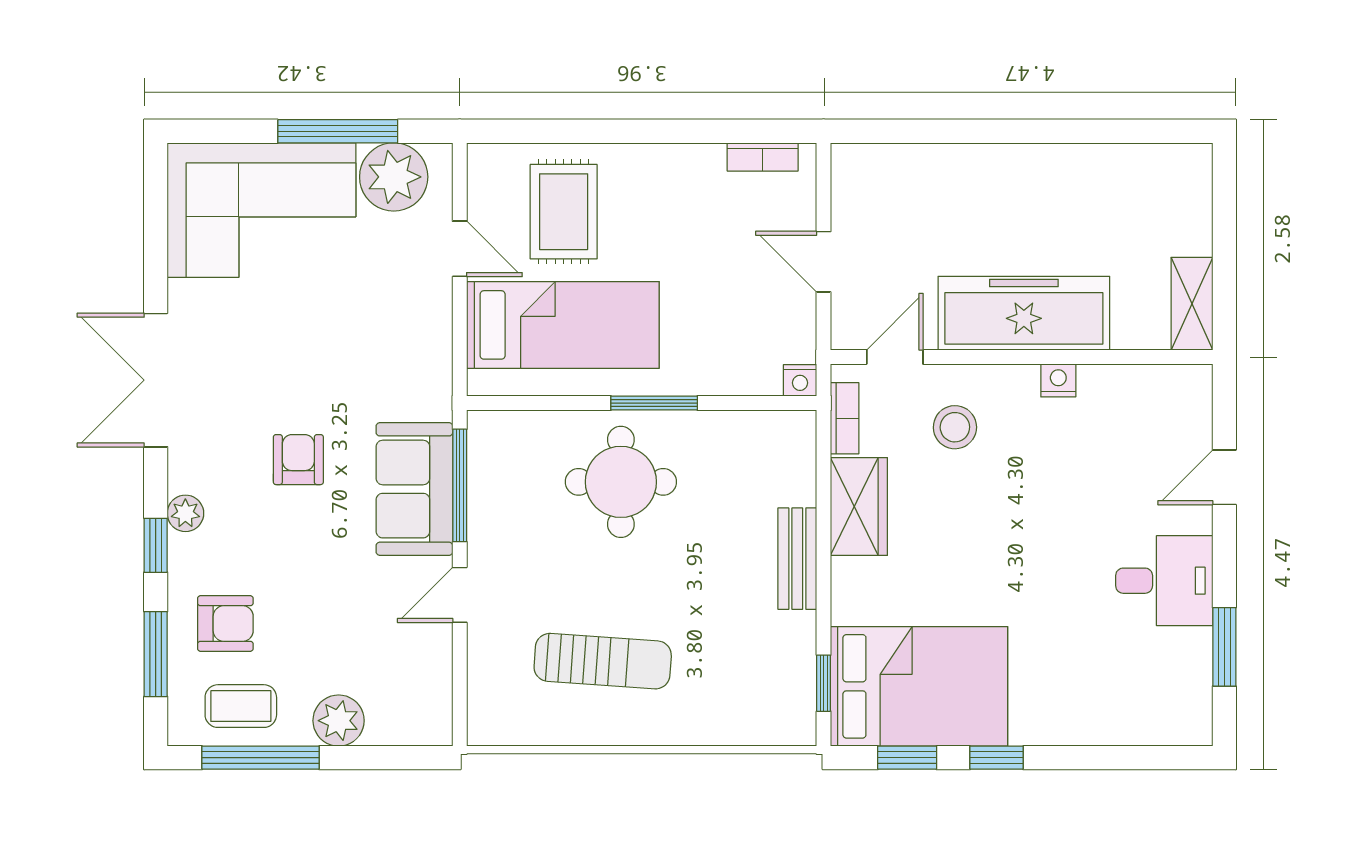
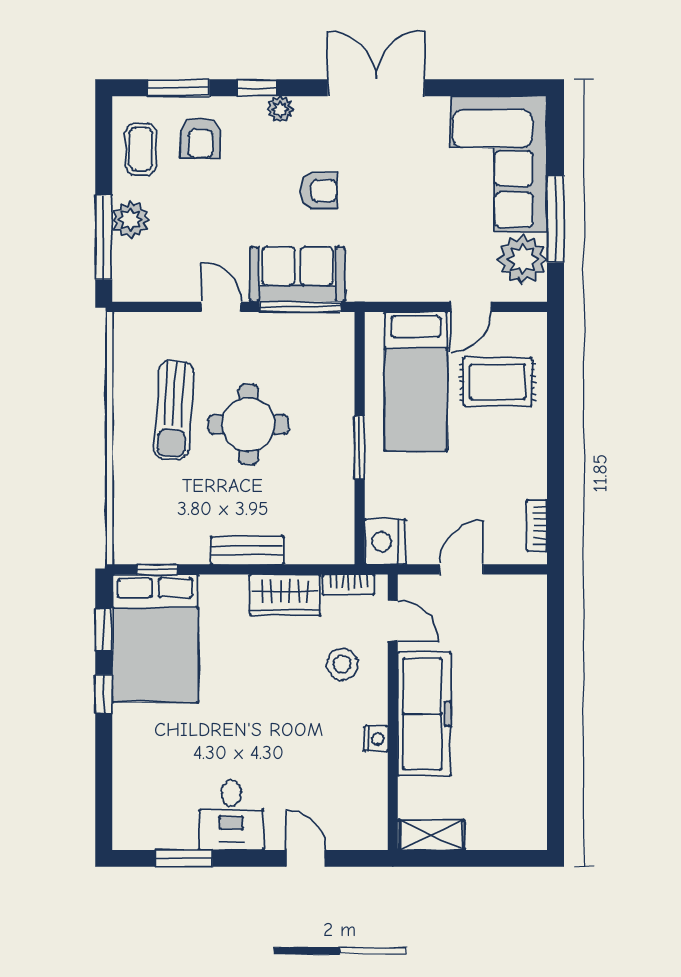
nightstand: (800, 380) -> (385, 542), width x1.89, depth x1.79
round table: (621, 482) -> (248, 424), moved
window: (261, 758) -> (104, 237), moved

